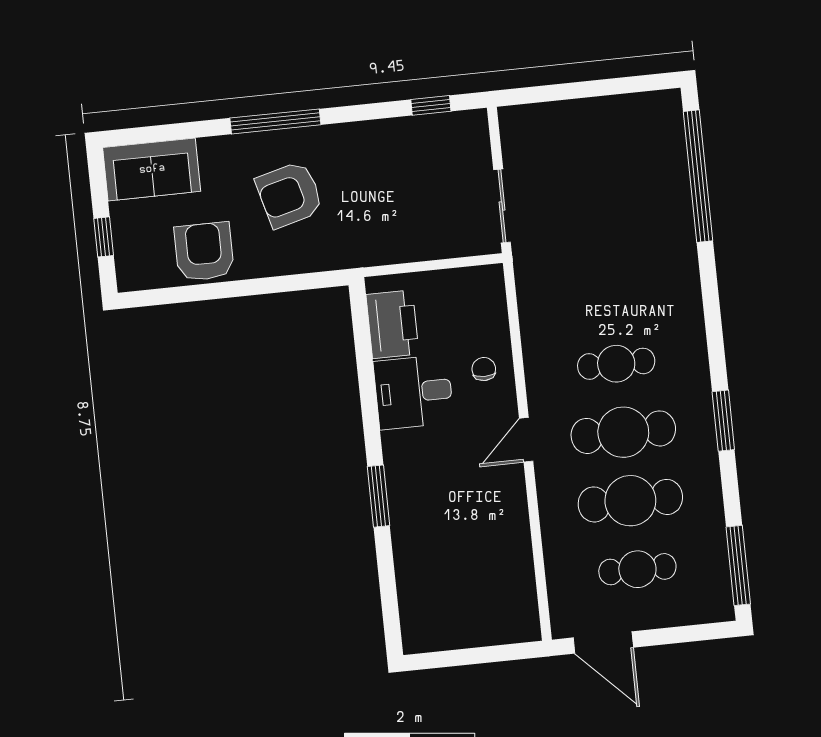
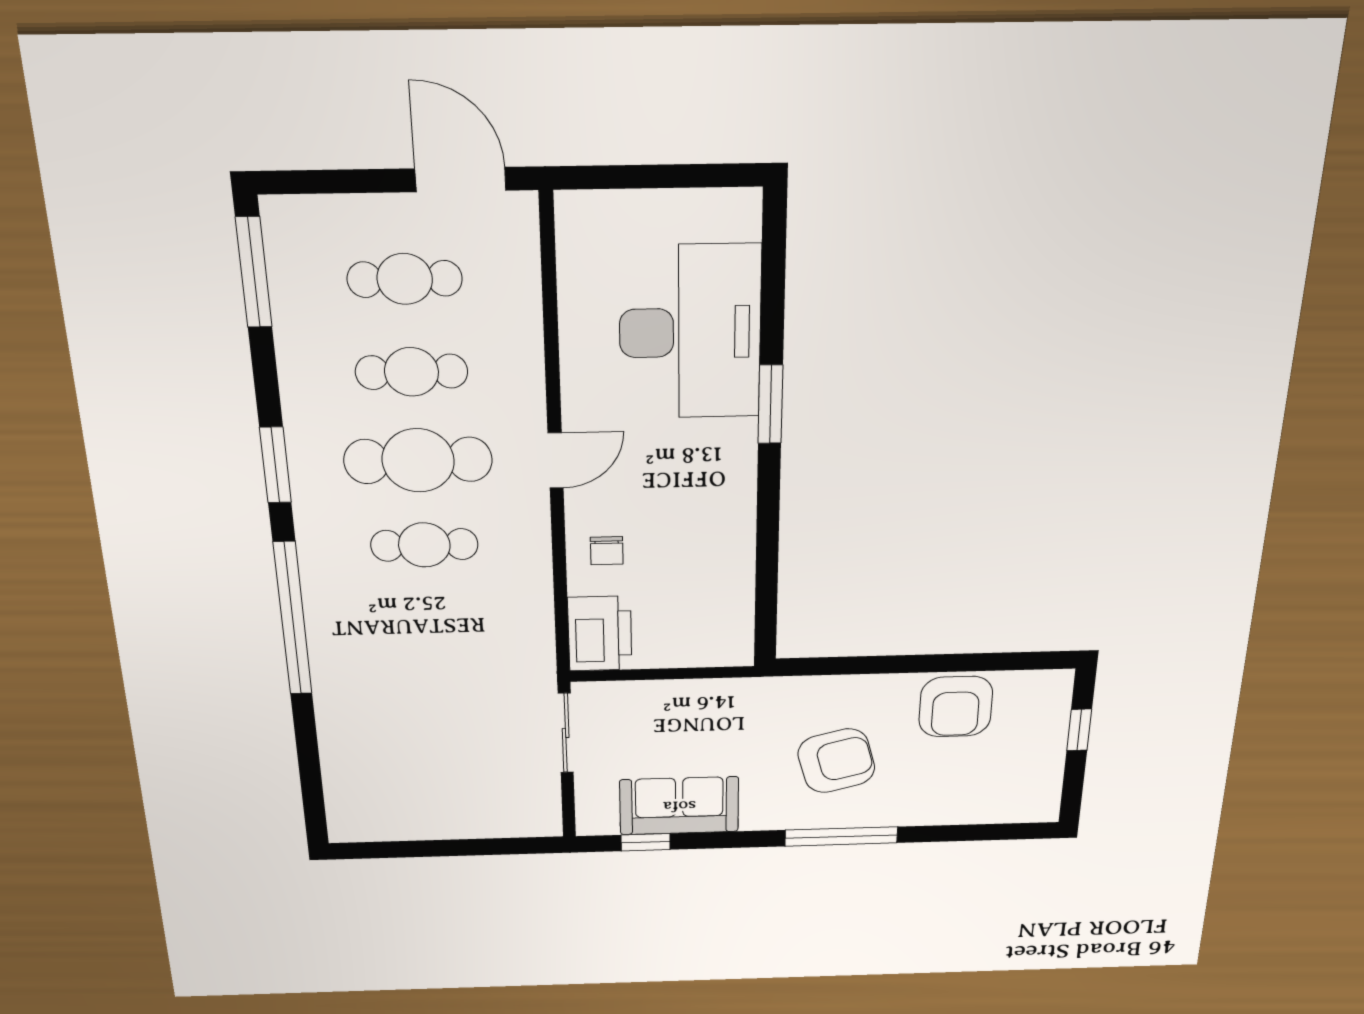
sofa: (152, 169) -> (679, 806), moved
window: (698, 176) -> (293, 619), moved
printer: (392, 324) -> (600, 634), moved, turned 180
desk: (413, 392) -> (690, 332), moved, width x1.87, depth x1.30
cafe table: (630, 501) -> (412, 372), width x0.73, depth x0.74

